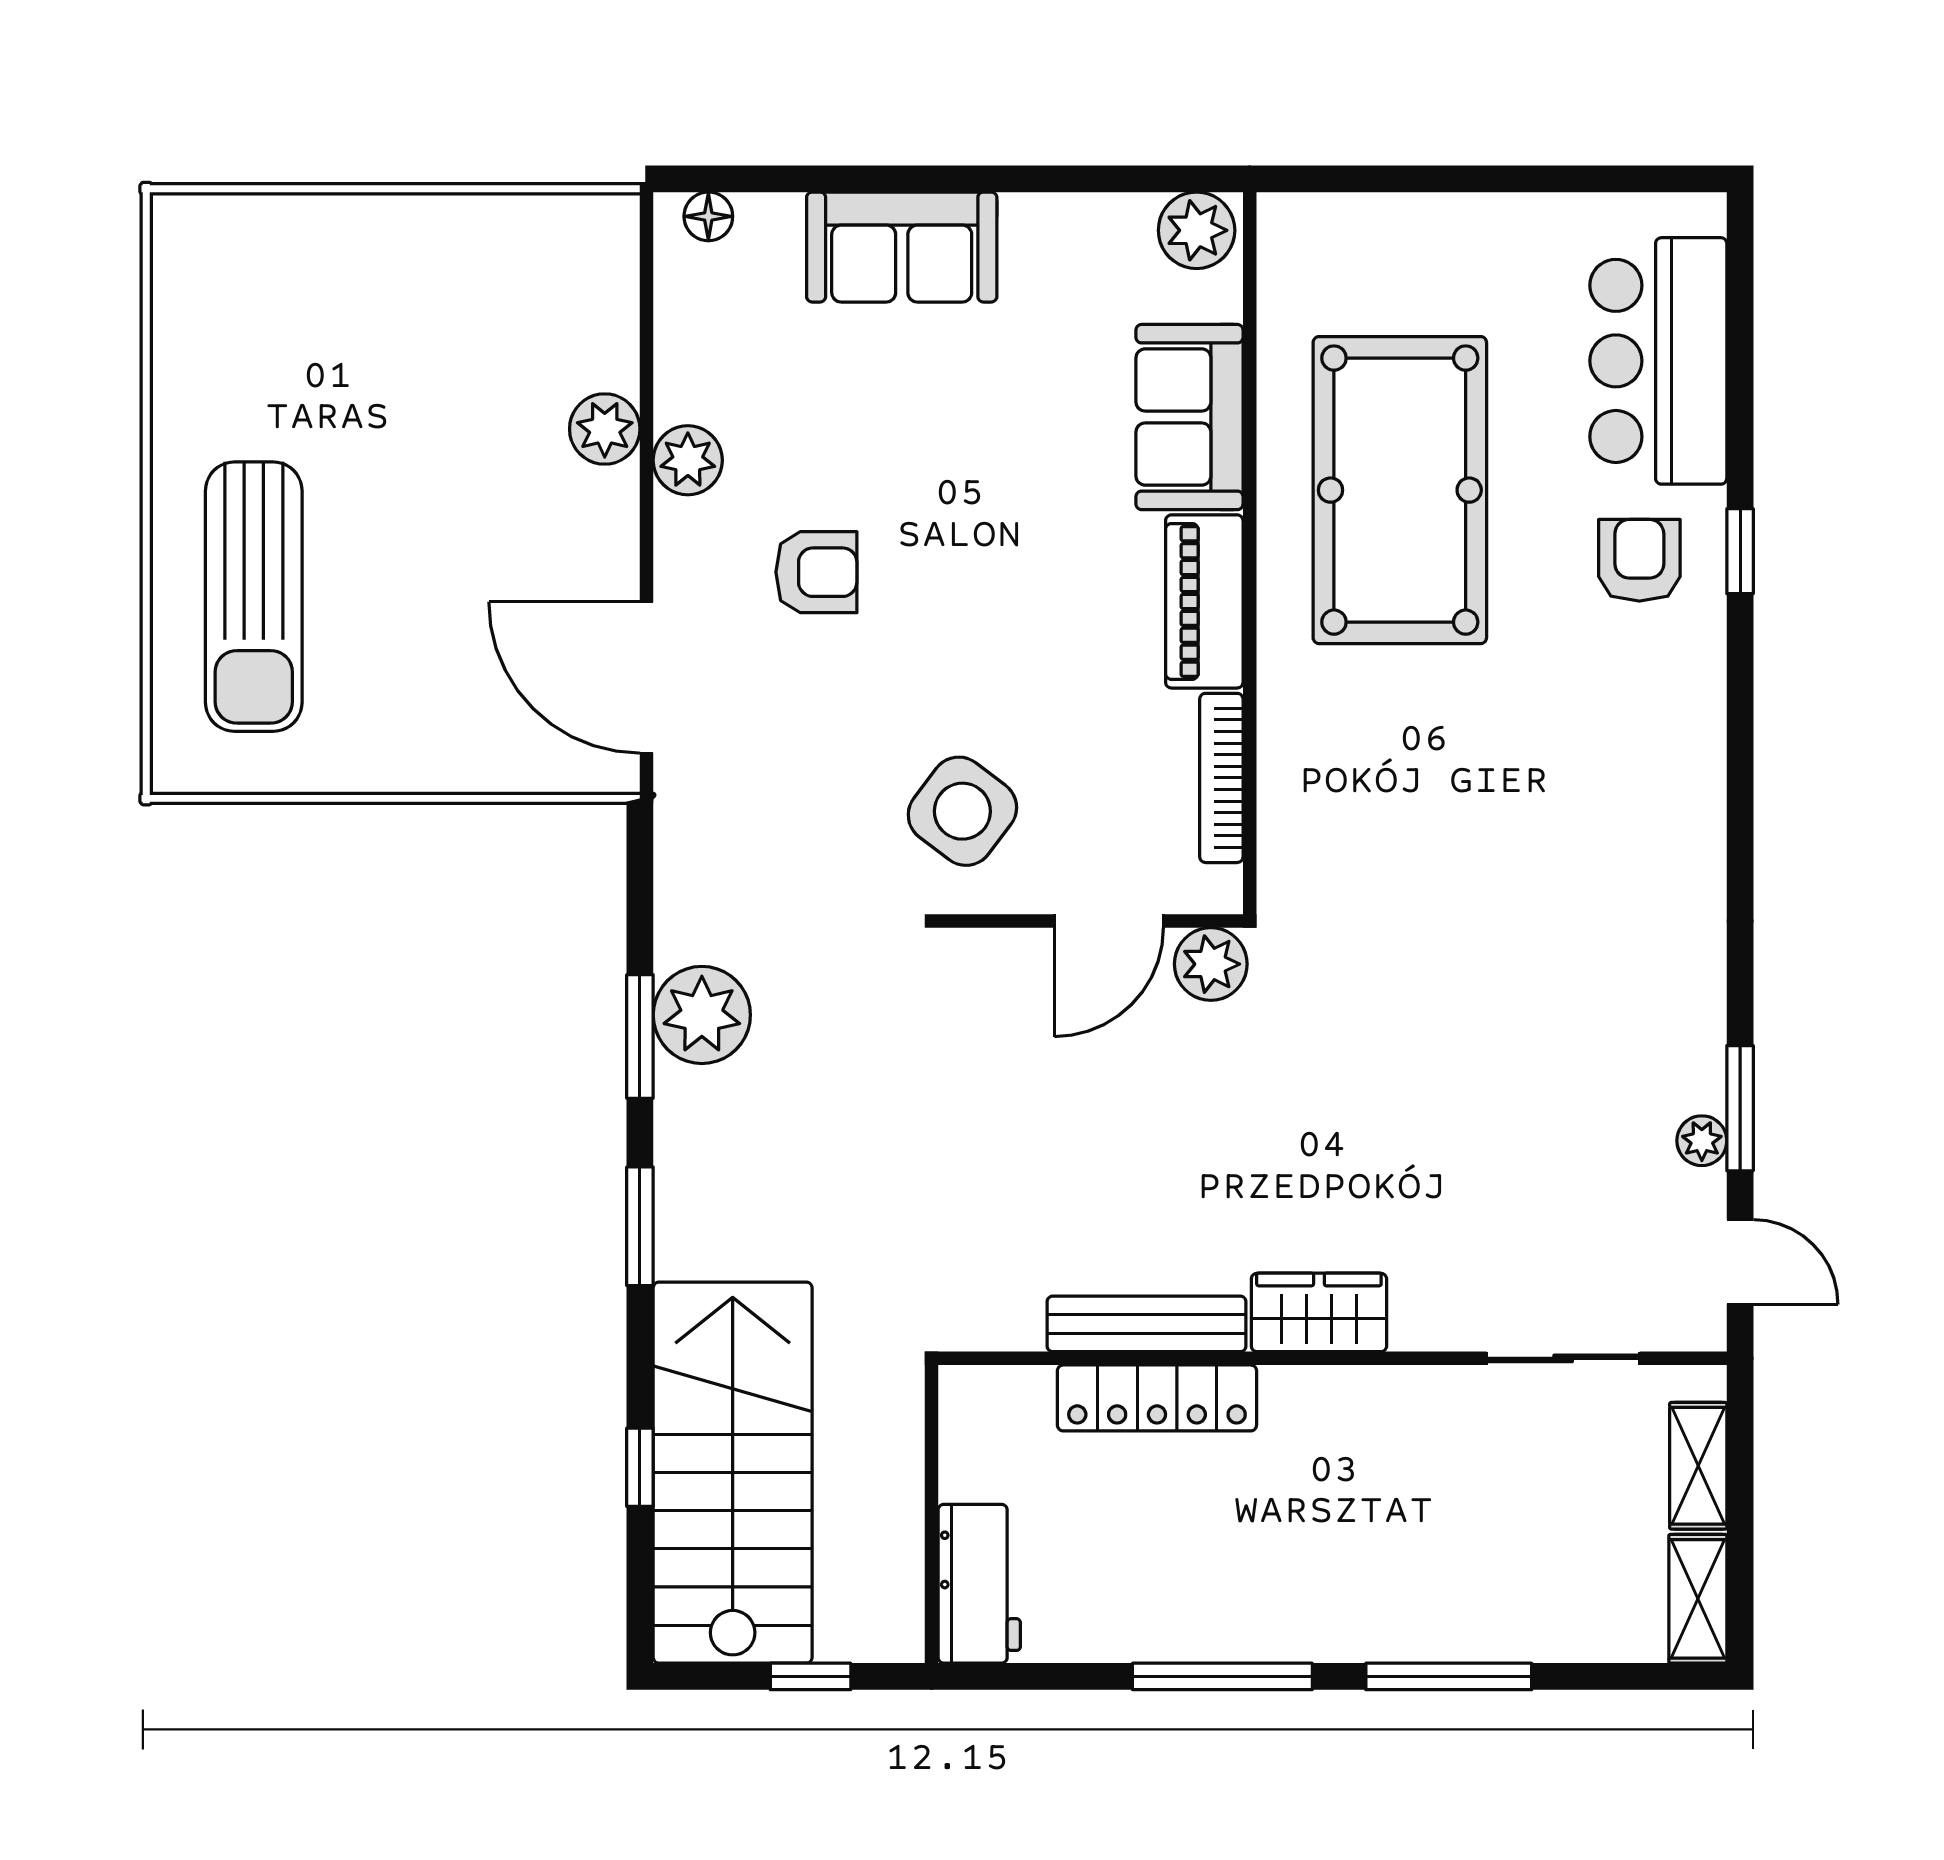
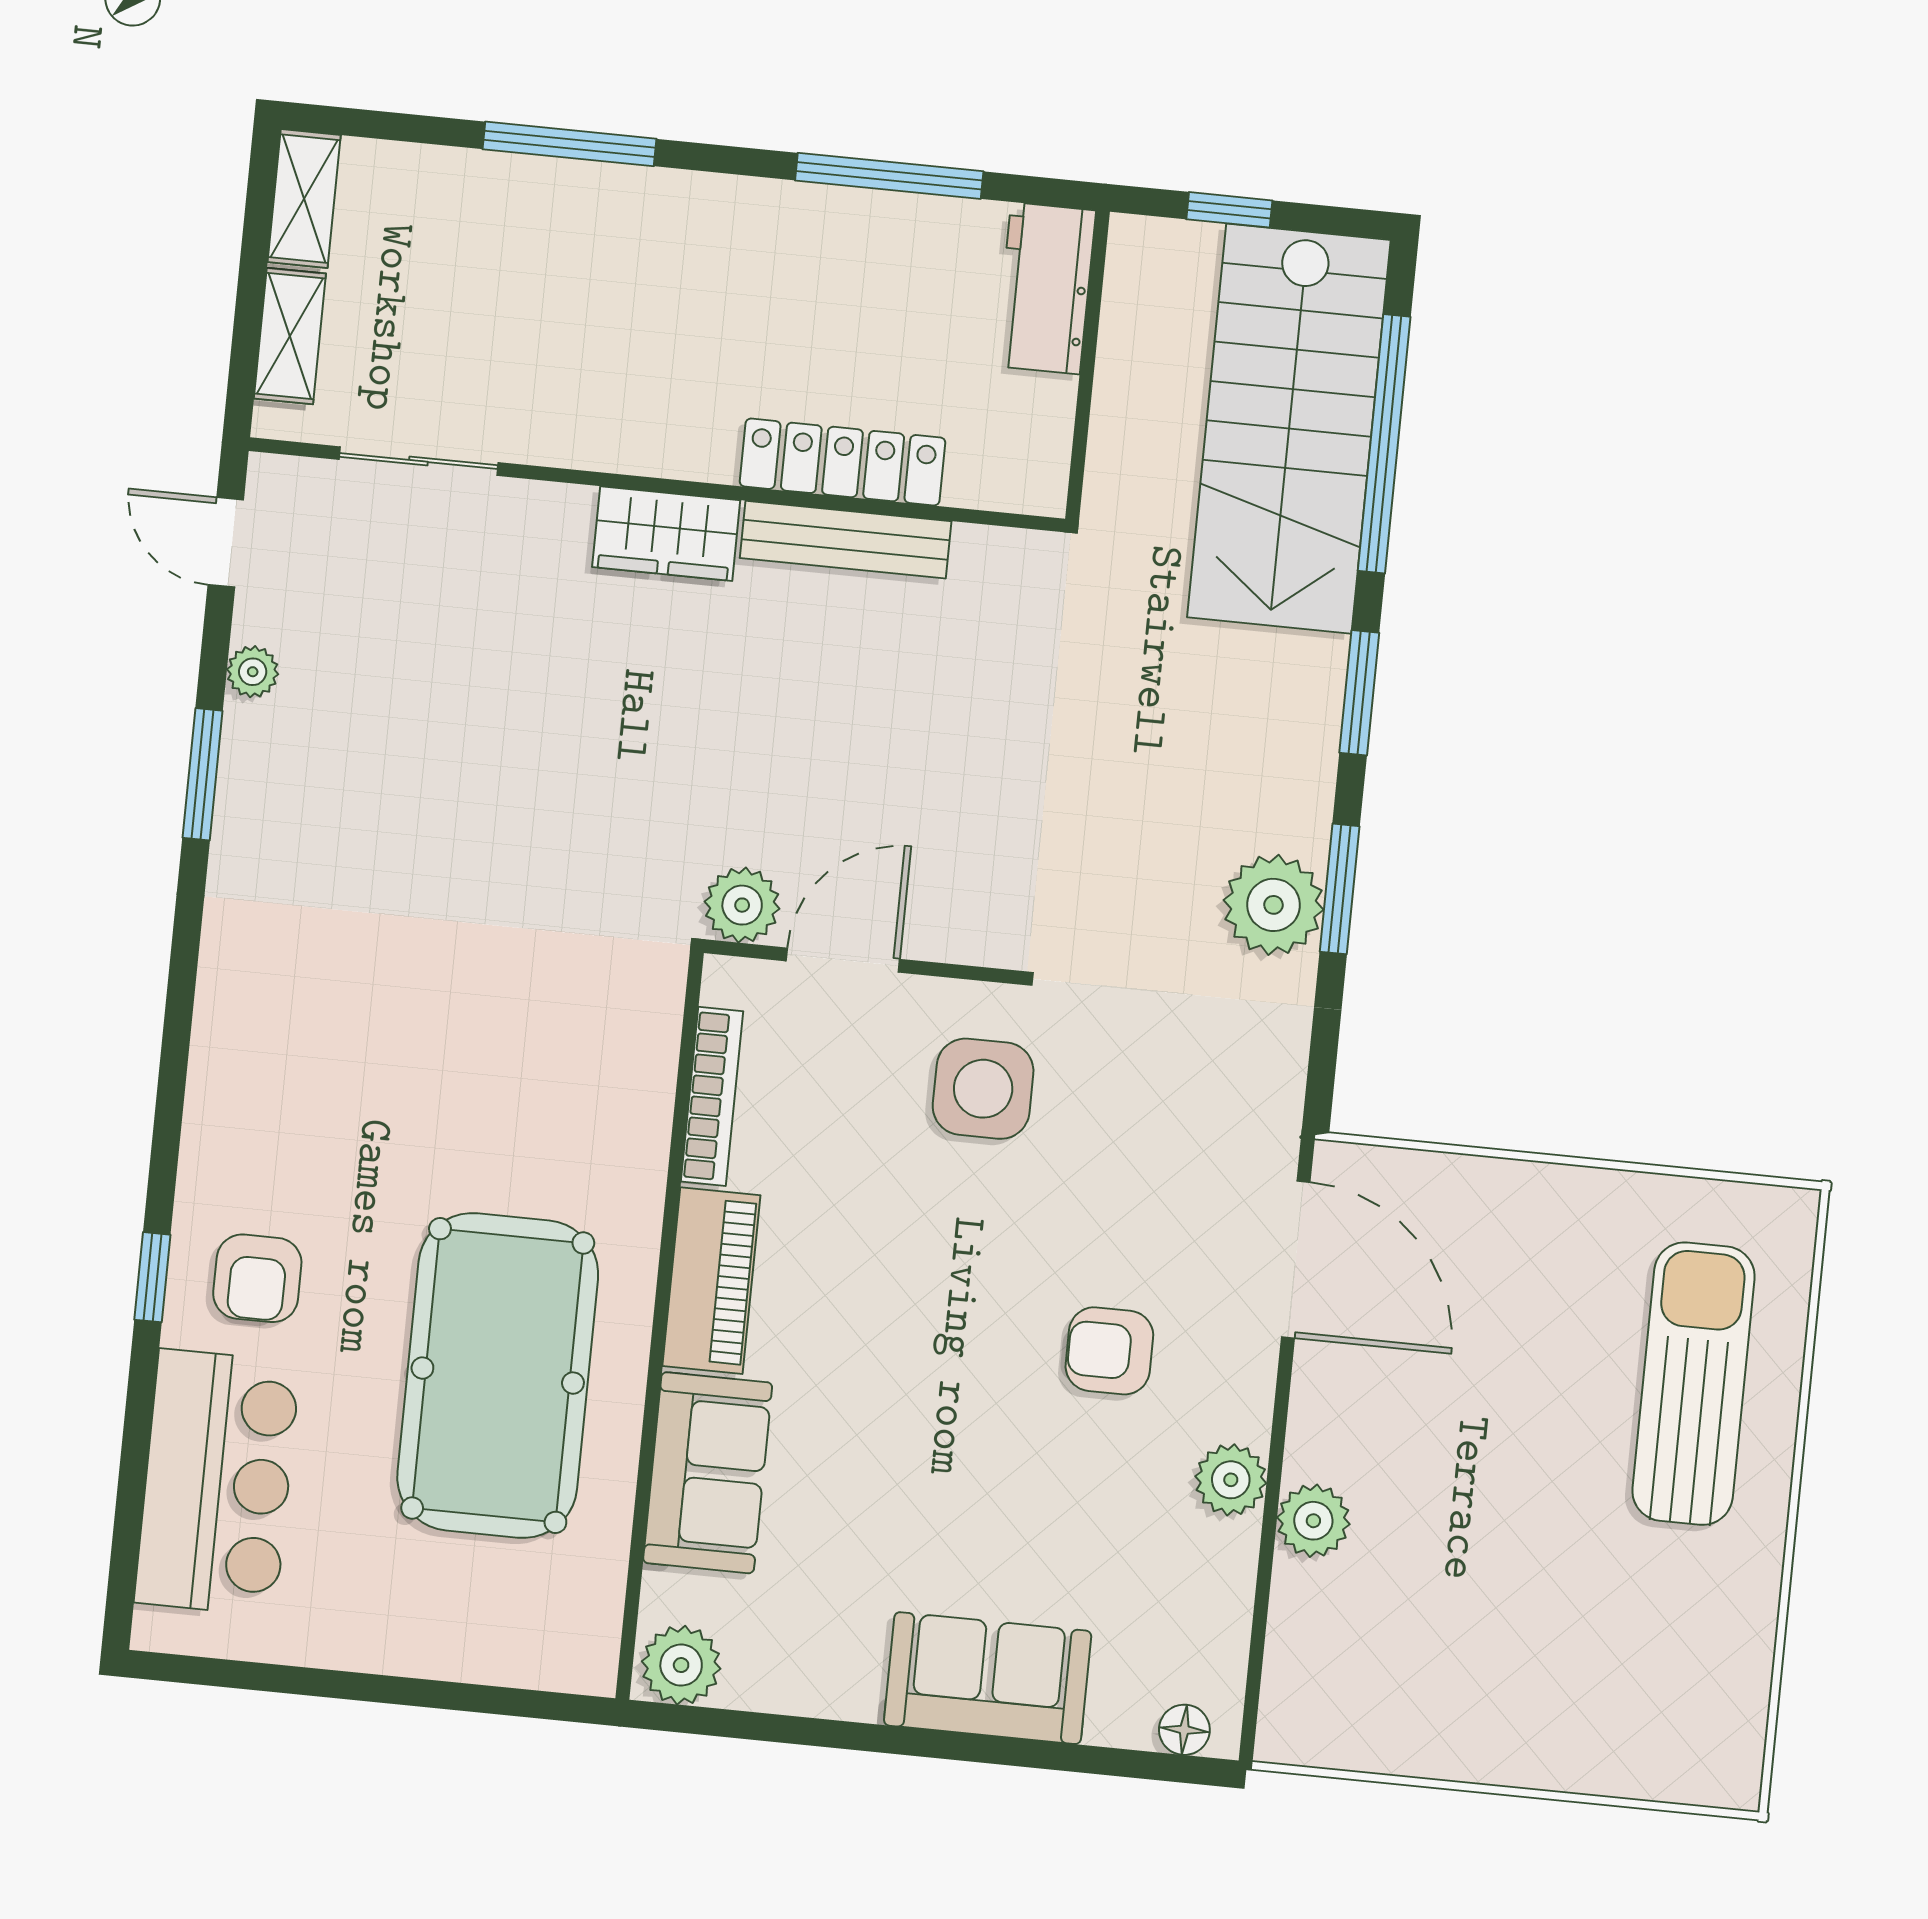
side table: (962, 811) -> (983, 1089), turned -37
window: (1740, 1108) -> (203, 774), moved
window: (640, 1467) -> (1384, 444), width x3.17
window: (1222, 1676) -> (889, 176), moved

